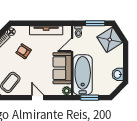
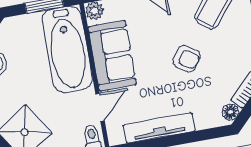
armchair: (24, 51) -> (186, 59), moved

